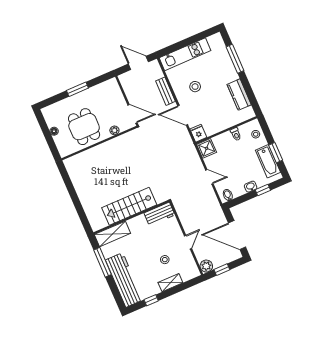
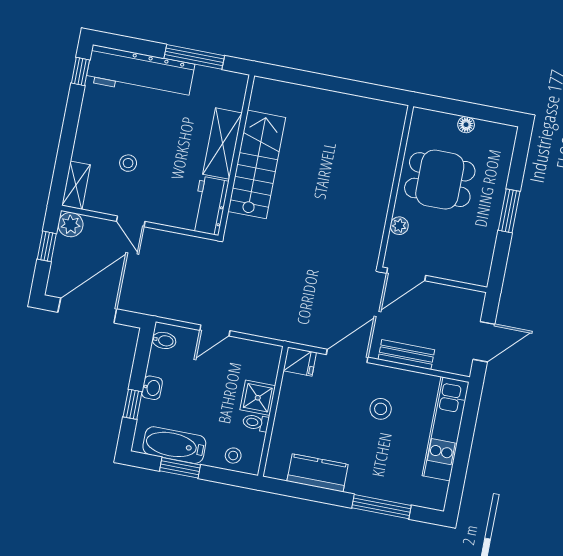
shower: (207, 148) -> (258, 398), moved
shelving: (112, 234) -> (222, 144), moved
shelving: (170, 283) -> (76, 185), moved
window: (151, 300) -> (80, 71), moved

